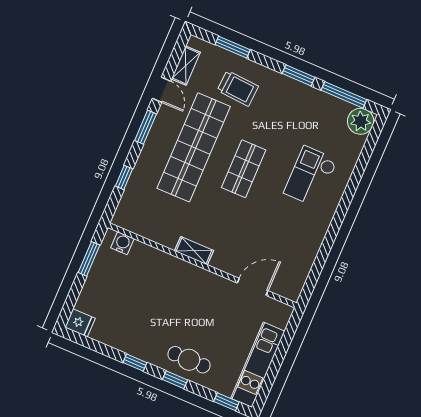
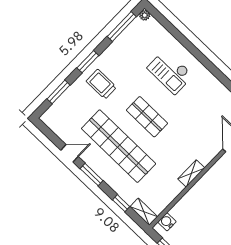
shelving: (186, 66) -> (144, 212), moved
window: (298, 75) -> (88, 62), moved
trolley: (238, 88) -> (101, 84), moved, turned -94
plant: (361, 121) -> (145, 15), width x0.53, depth x0.53

